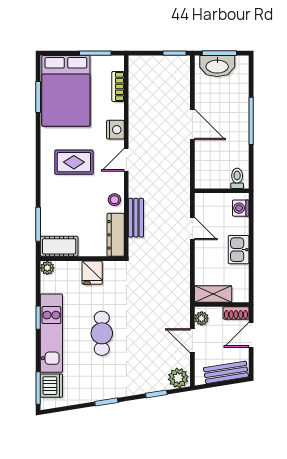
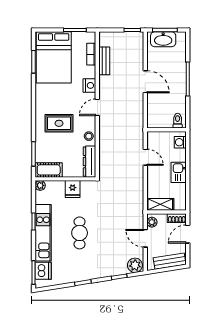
rug: (74, 162) -> (59, 123), moved
bench: (136, 218) -> (104, 61), moved

